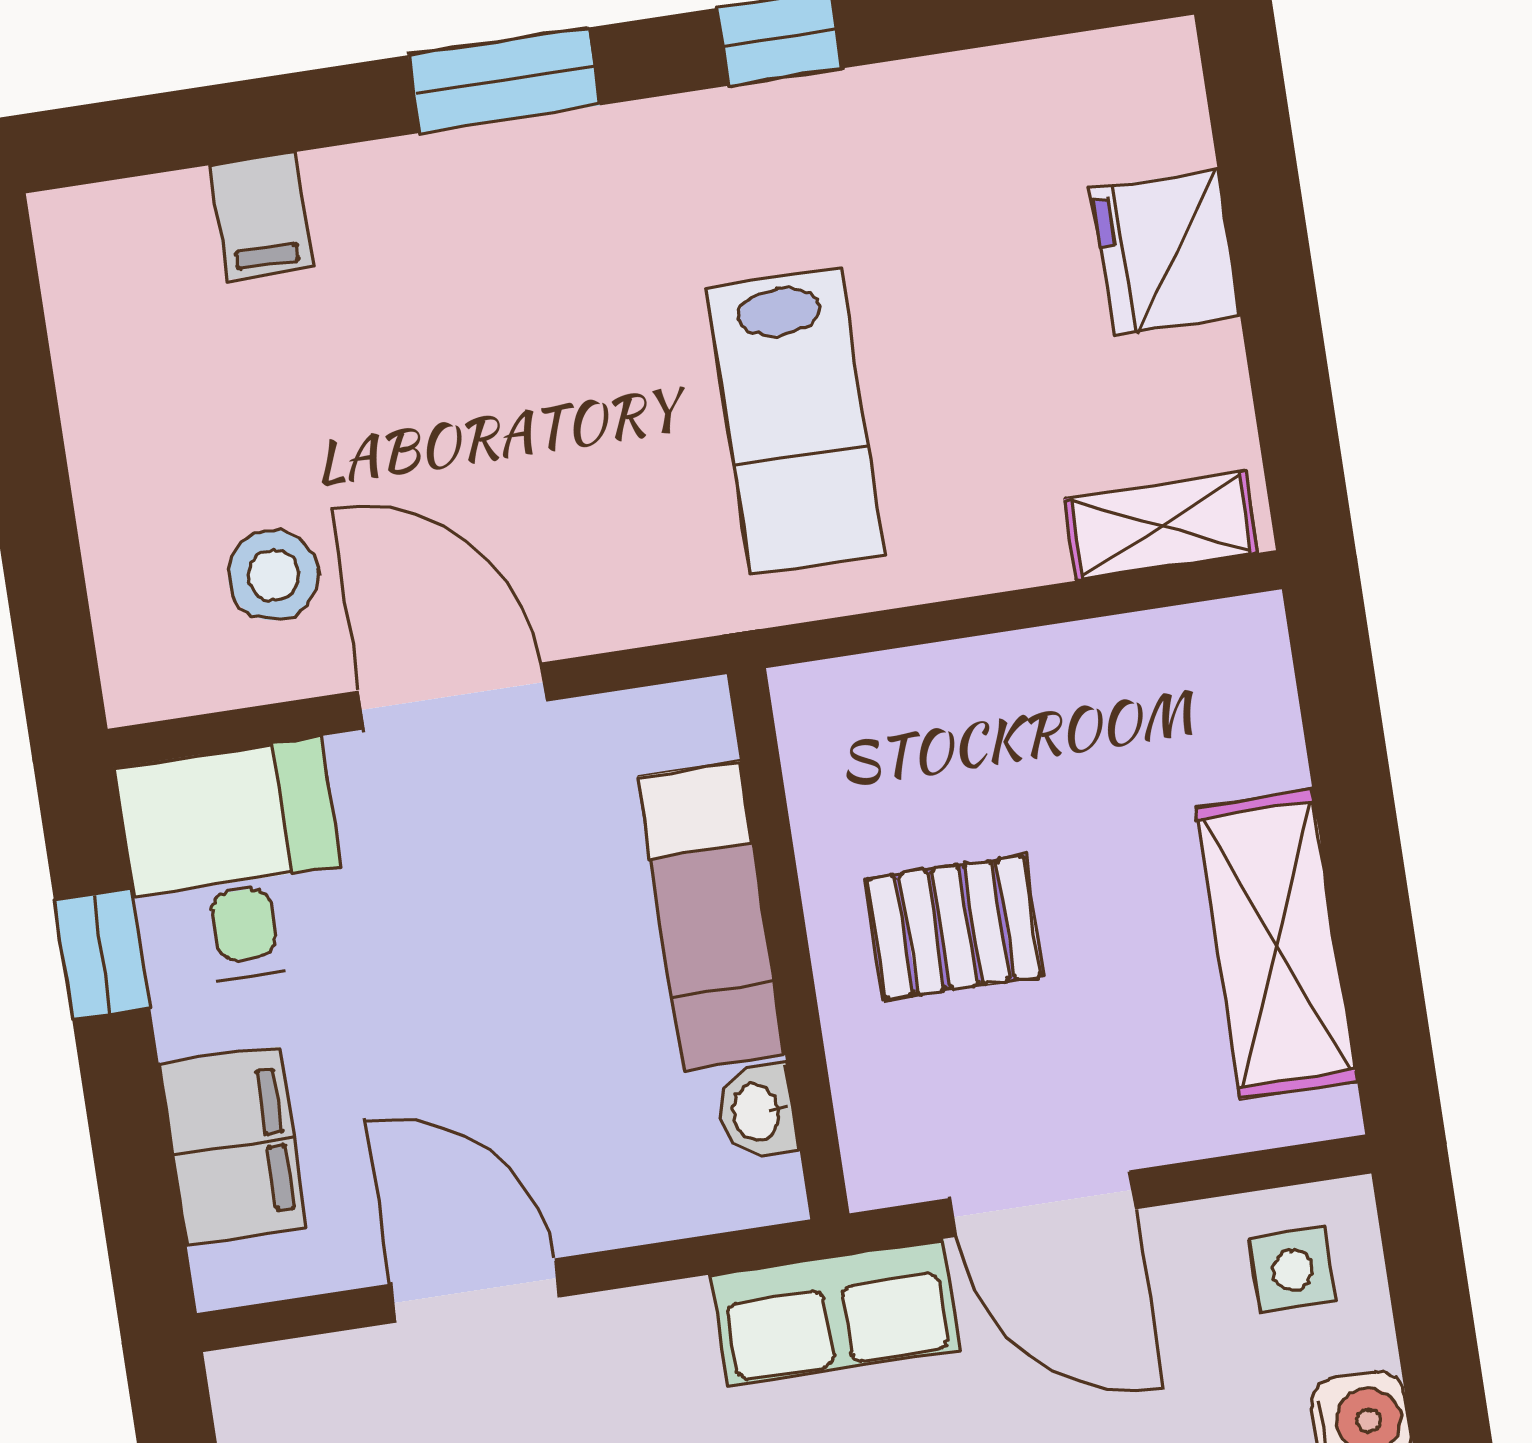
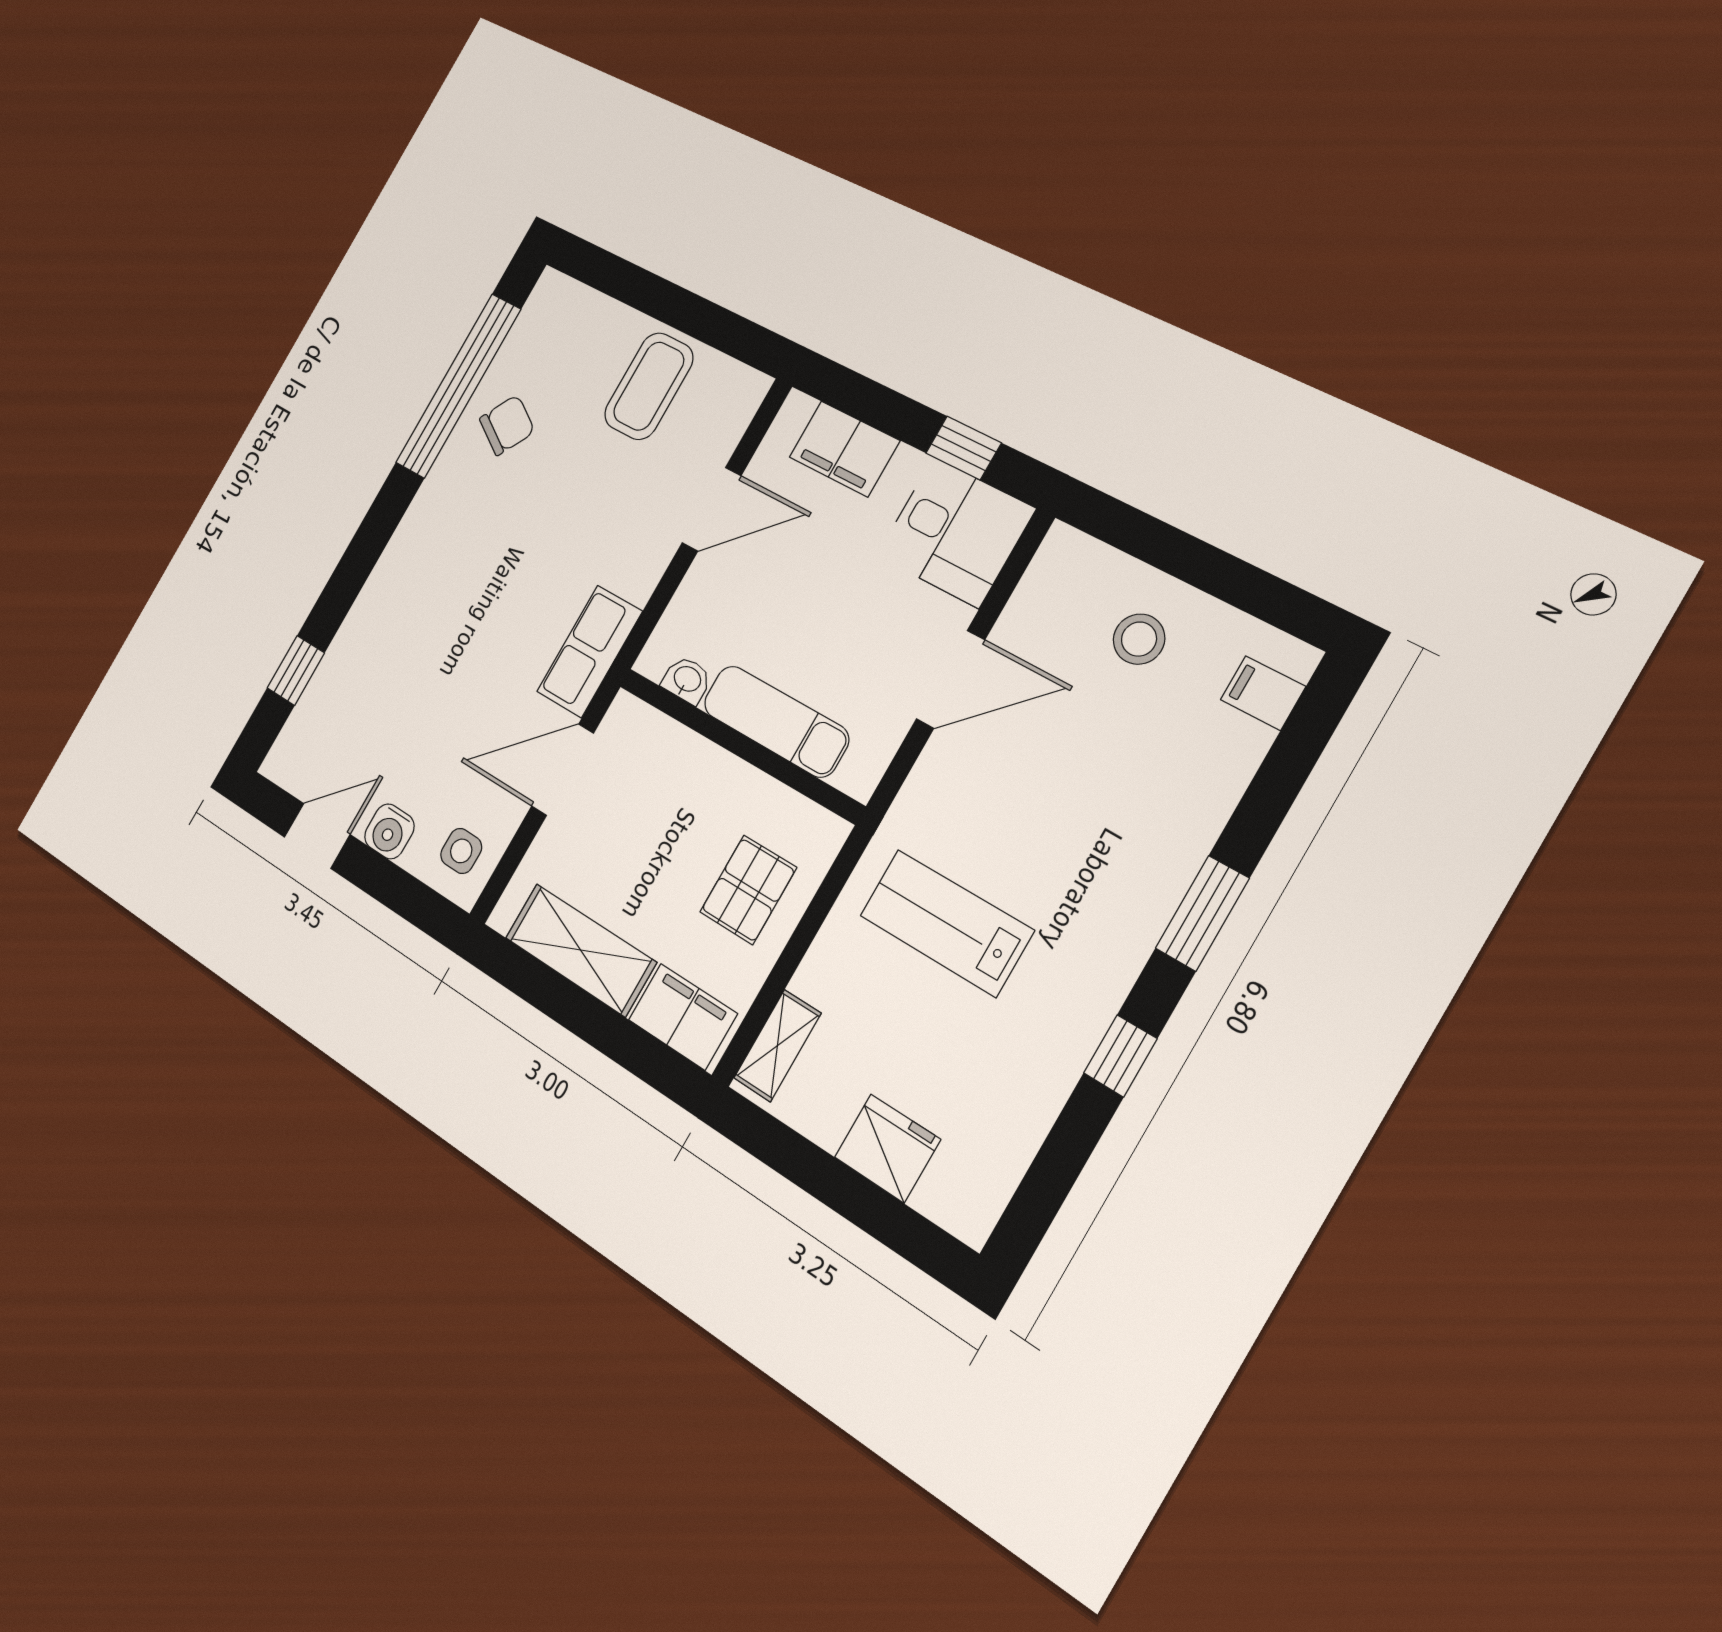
filing cabinet: (261, 216) -> (1263, 693), moved
stool: (273, 575) -> (1139, 639), moved
filing cabinet: (1239, 702) -> (683, 1017), added
pallet: (954, 927) -> (748, 890), moved

